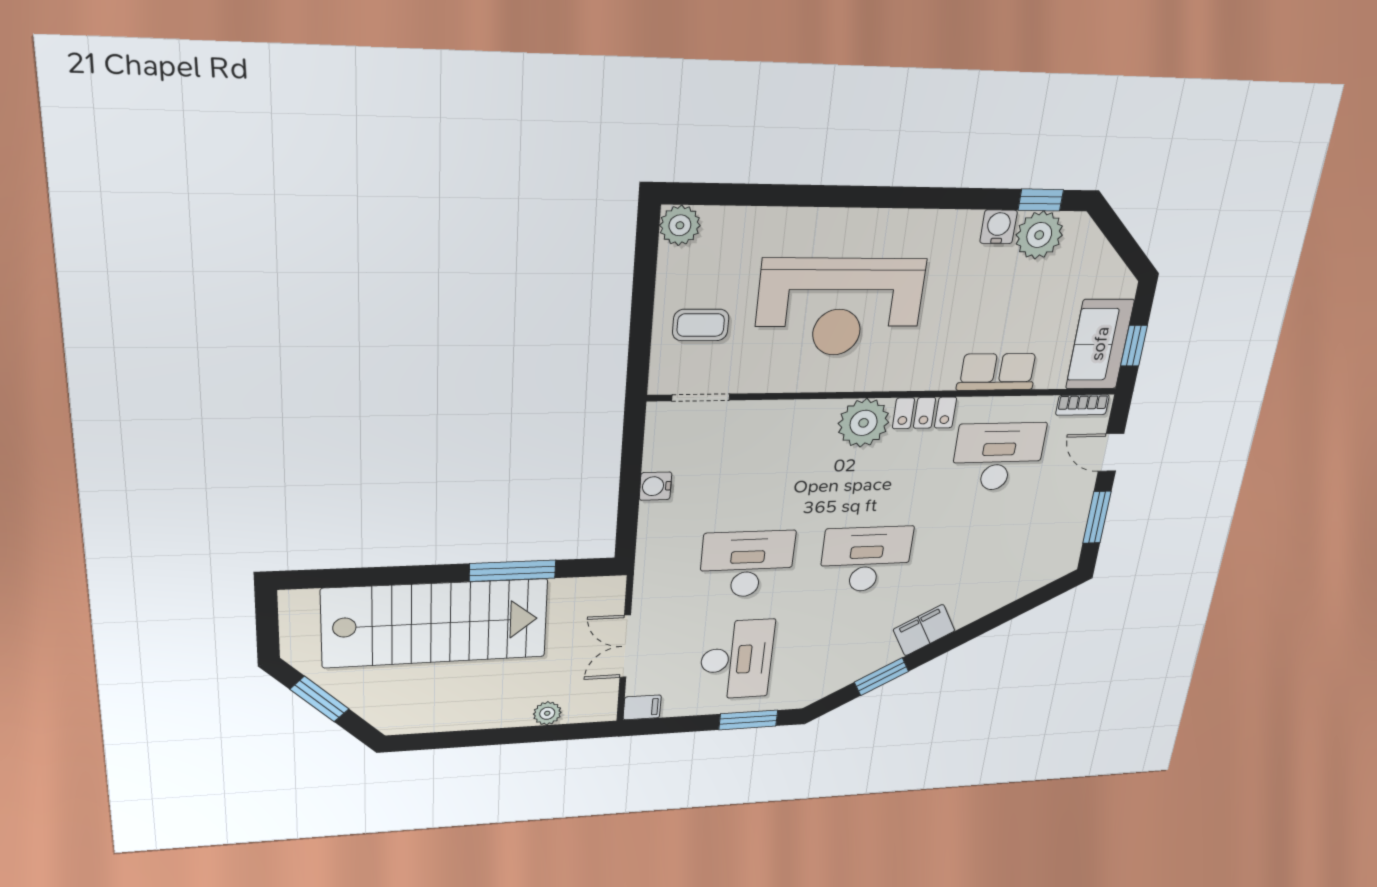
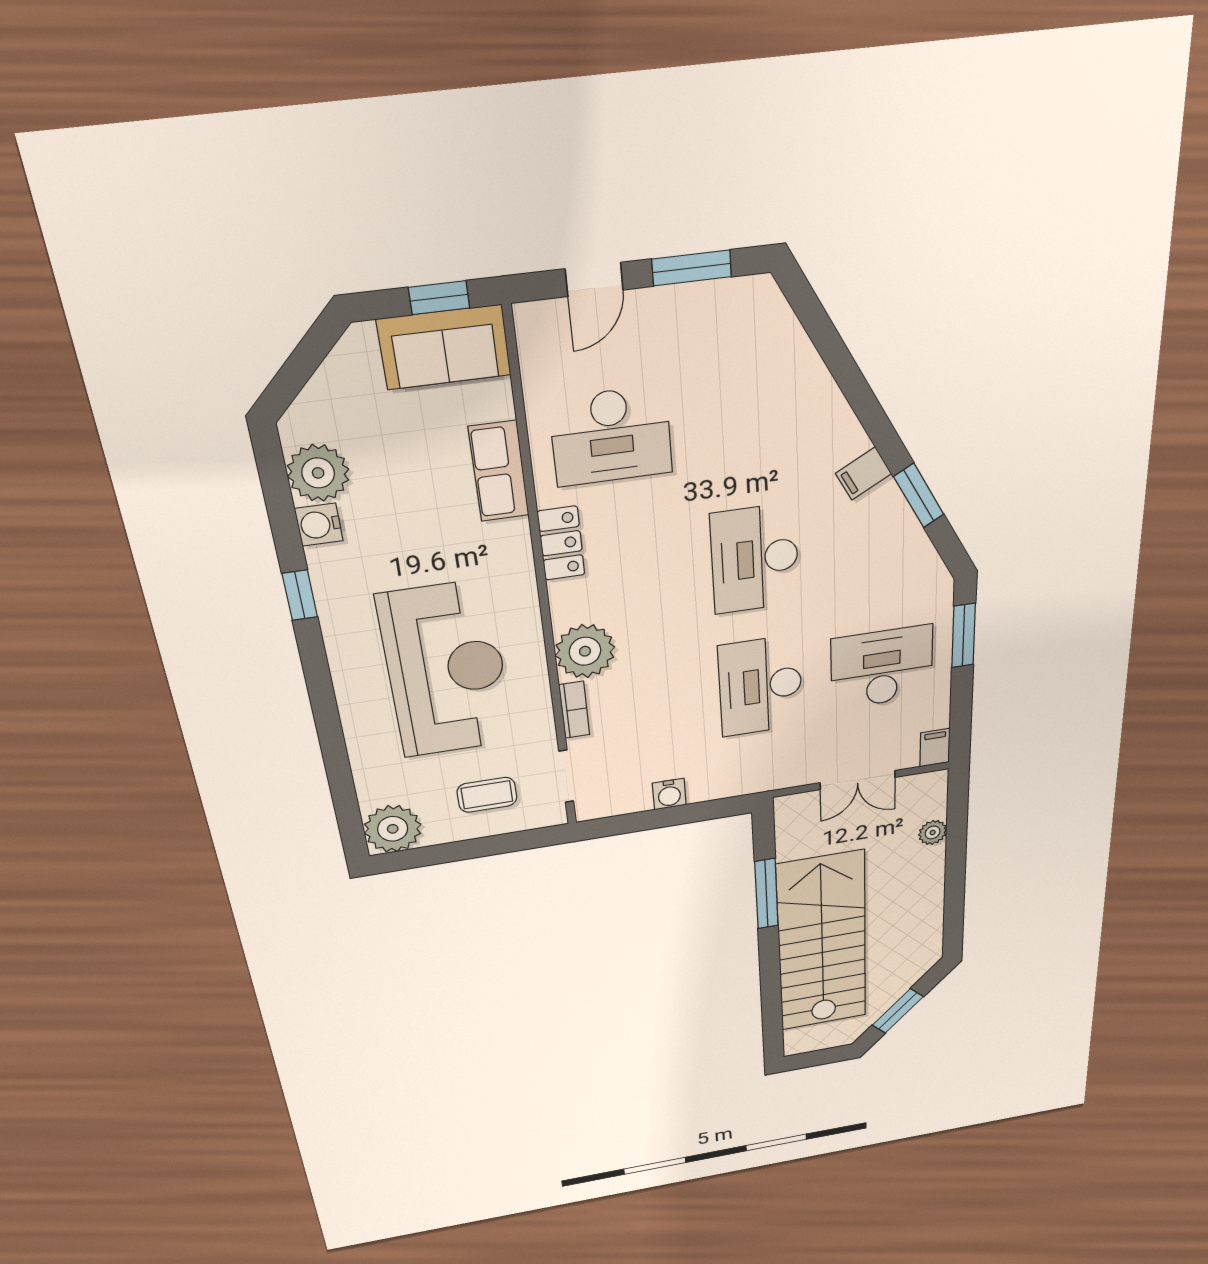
window: (1041, 200) -> (300, 595), moved
plant: (680, 225) -> (393, 829), width x1.36, depth x1.36
coffee table: (701, 325) -> (487, 795), turned 90
bookcase: (1082, 405) -> (574, 710), moved
plant: (864, 423) -> (585, 651), moved
desk: (998, 457) -> (611, 436), turned -90
filing cabinet: (924, 630) -> (864, 474), width x0.50

